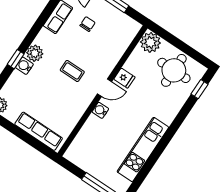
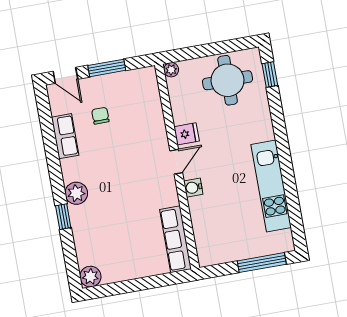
plant: (150, 42) -> (171, 70), width x0.53, depth x0.53
water cooler: (24, 66) -> (78, 215), removed
coffee table: (72, 71) -> (129, 176), removed
row of seats: (39, 131) -> (176, 239), moved, turned -90

